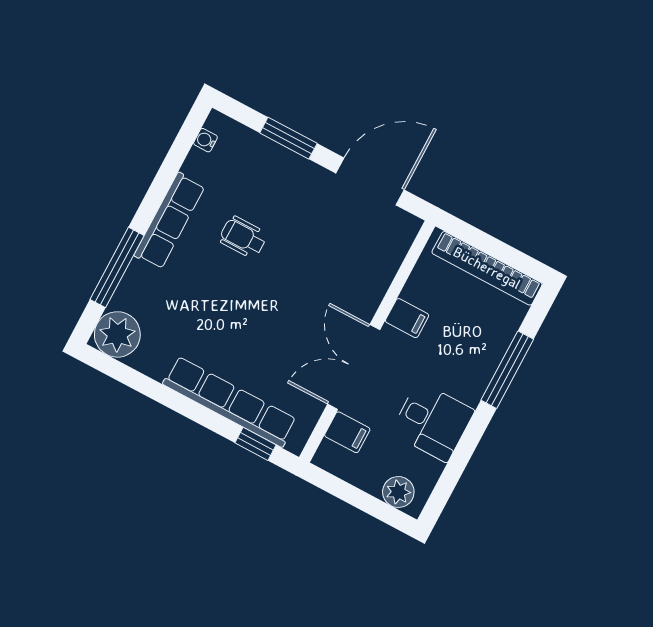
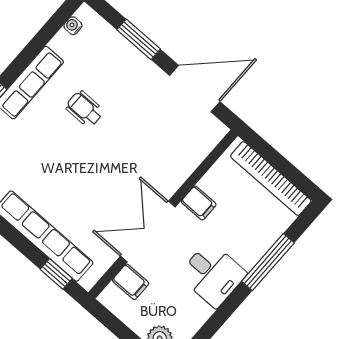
desk: (432, 422) -> (212, 274), moved

